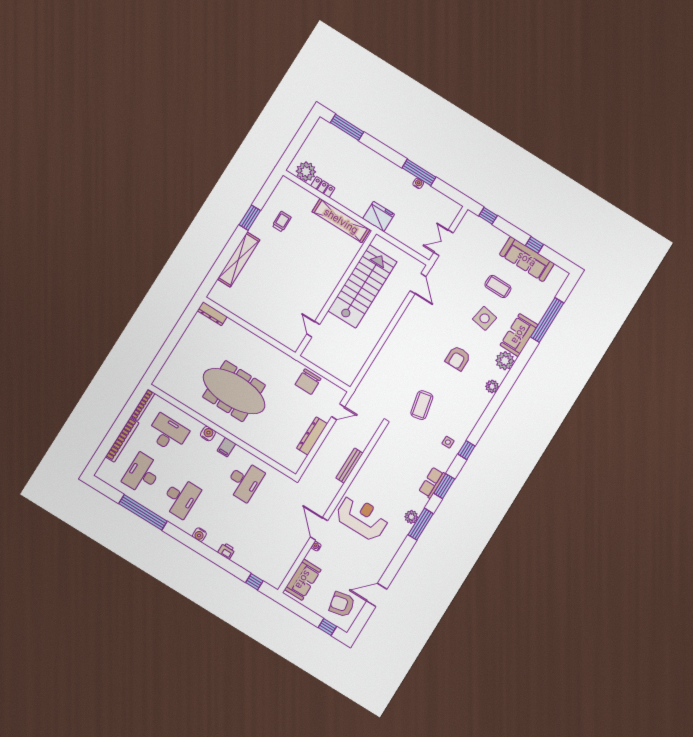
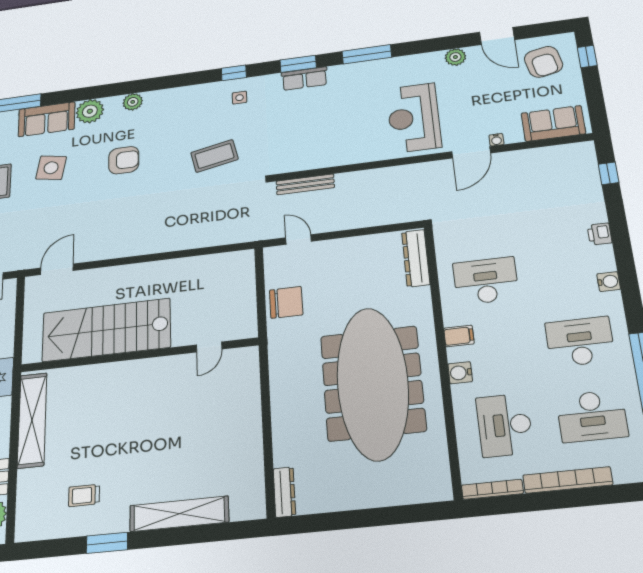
meeting table: (234, 391) -> (373, 383), width x1.36, depth x1.27
dresser: (312, 436) -> (416, 258), moved, turned 90
bench: (350, 466) -> (305, 184), moved
plant: (411, 517) -> (455, 57), moved

